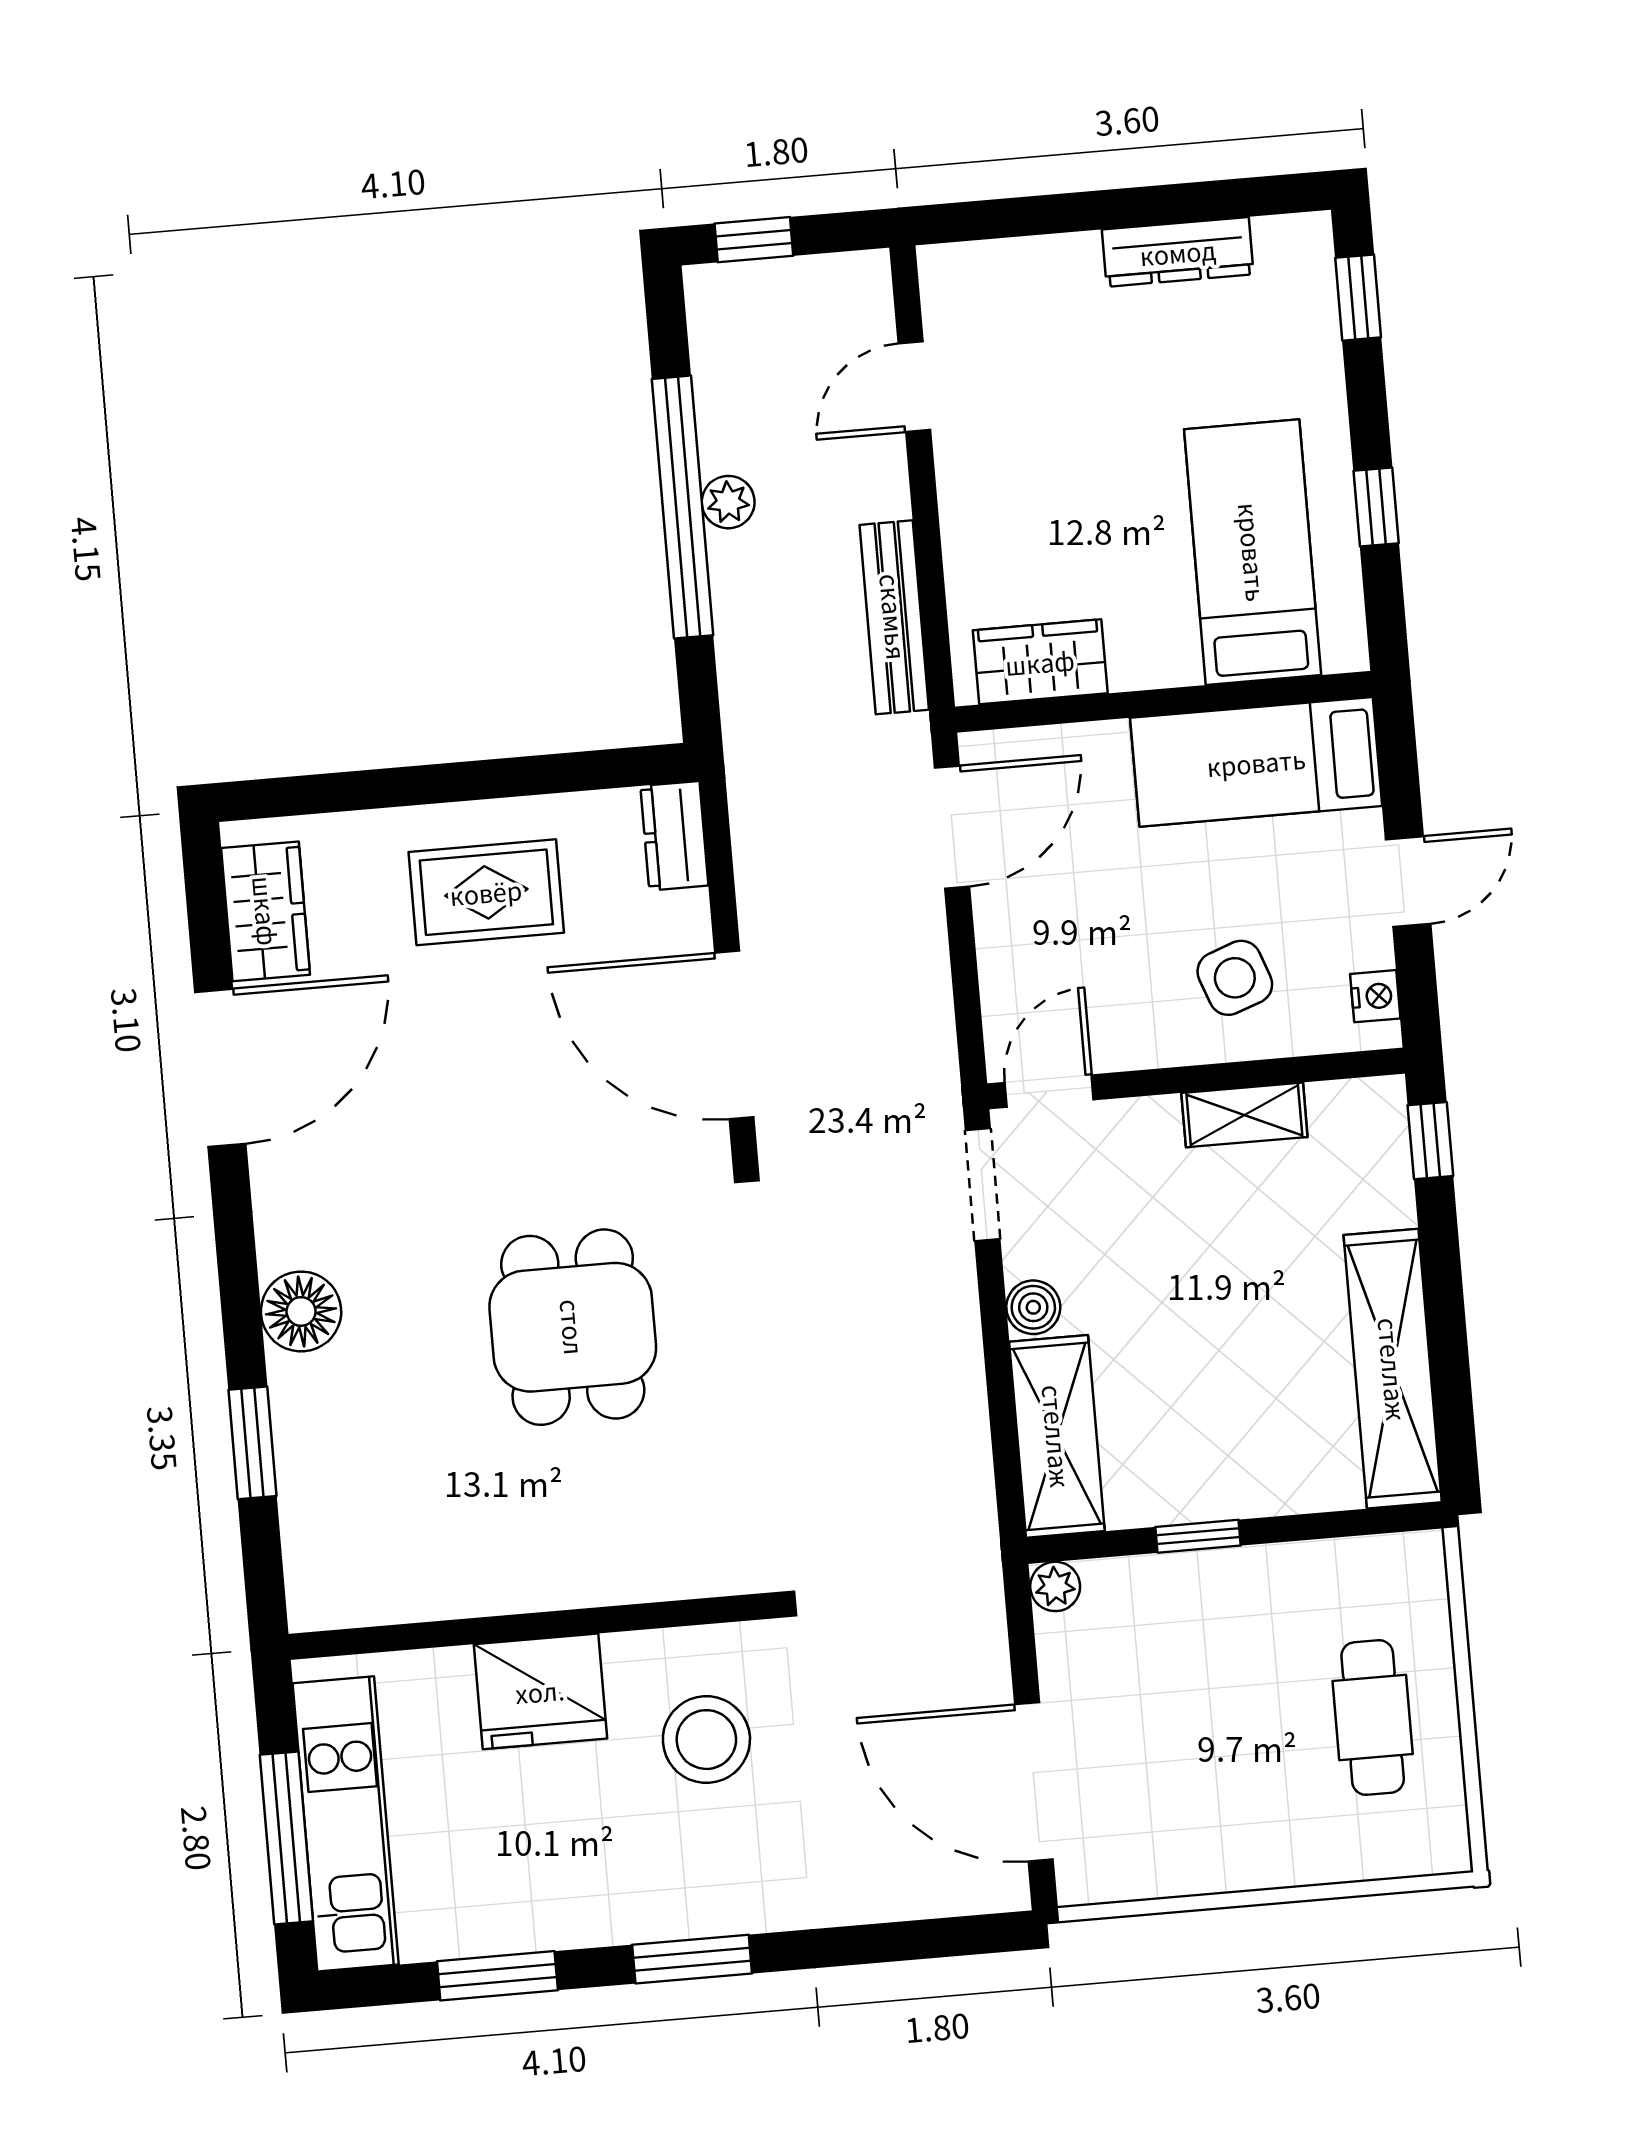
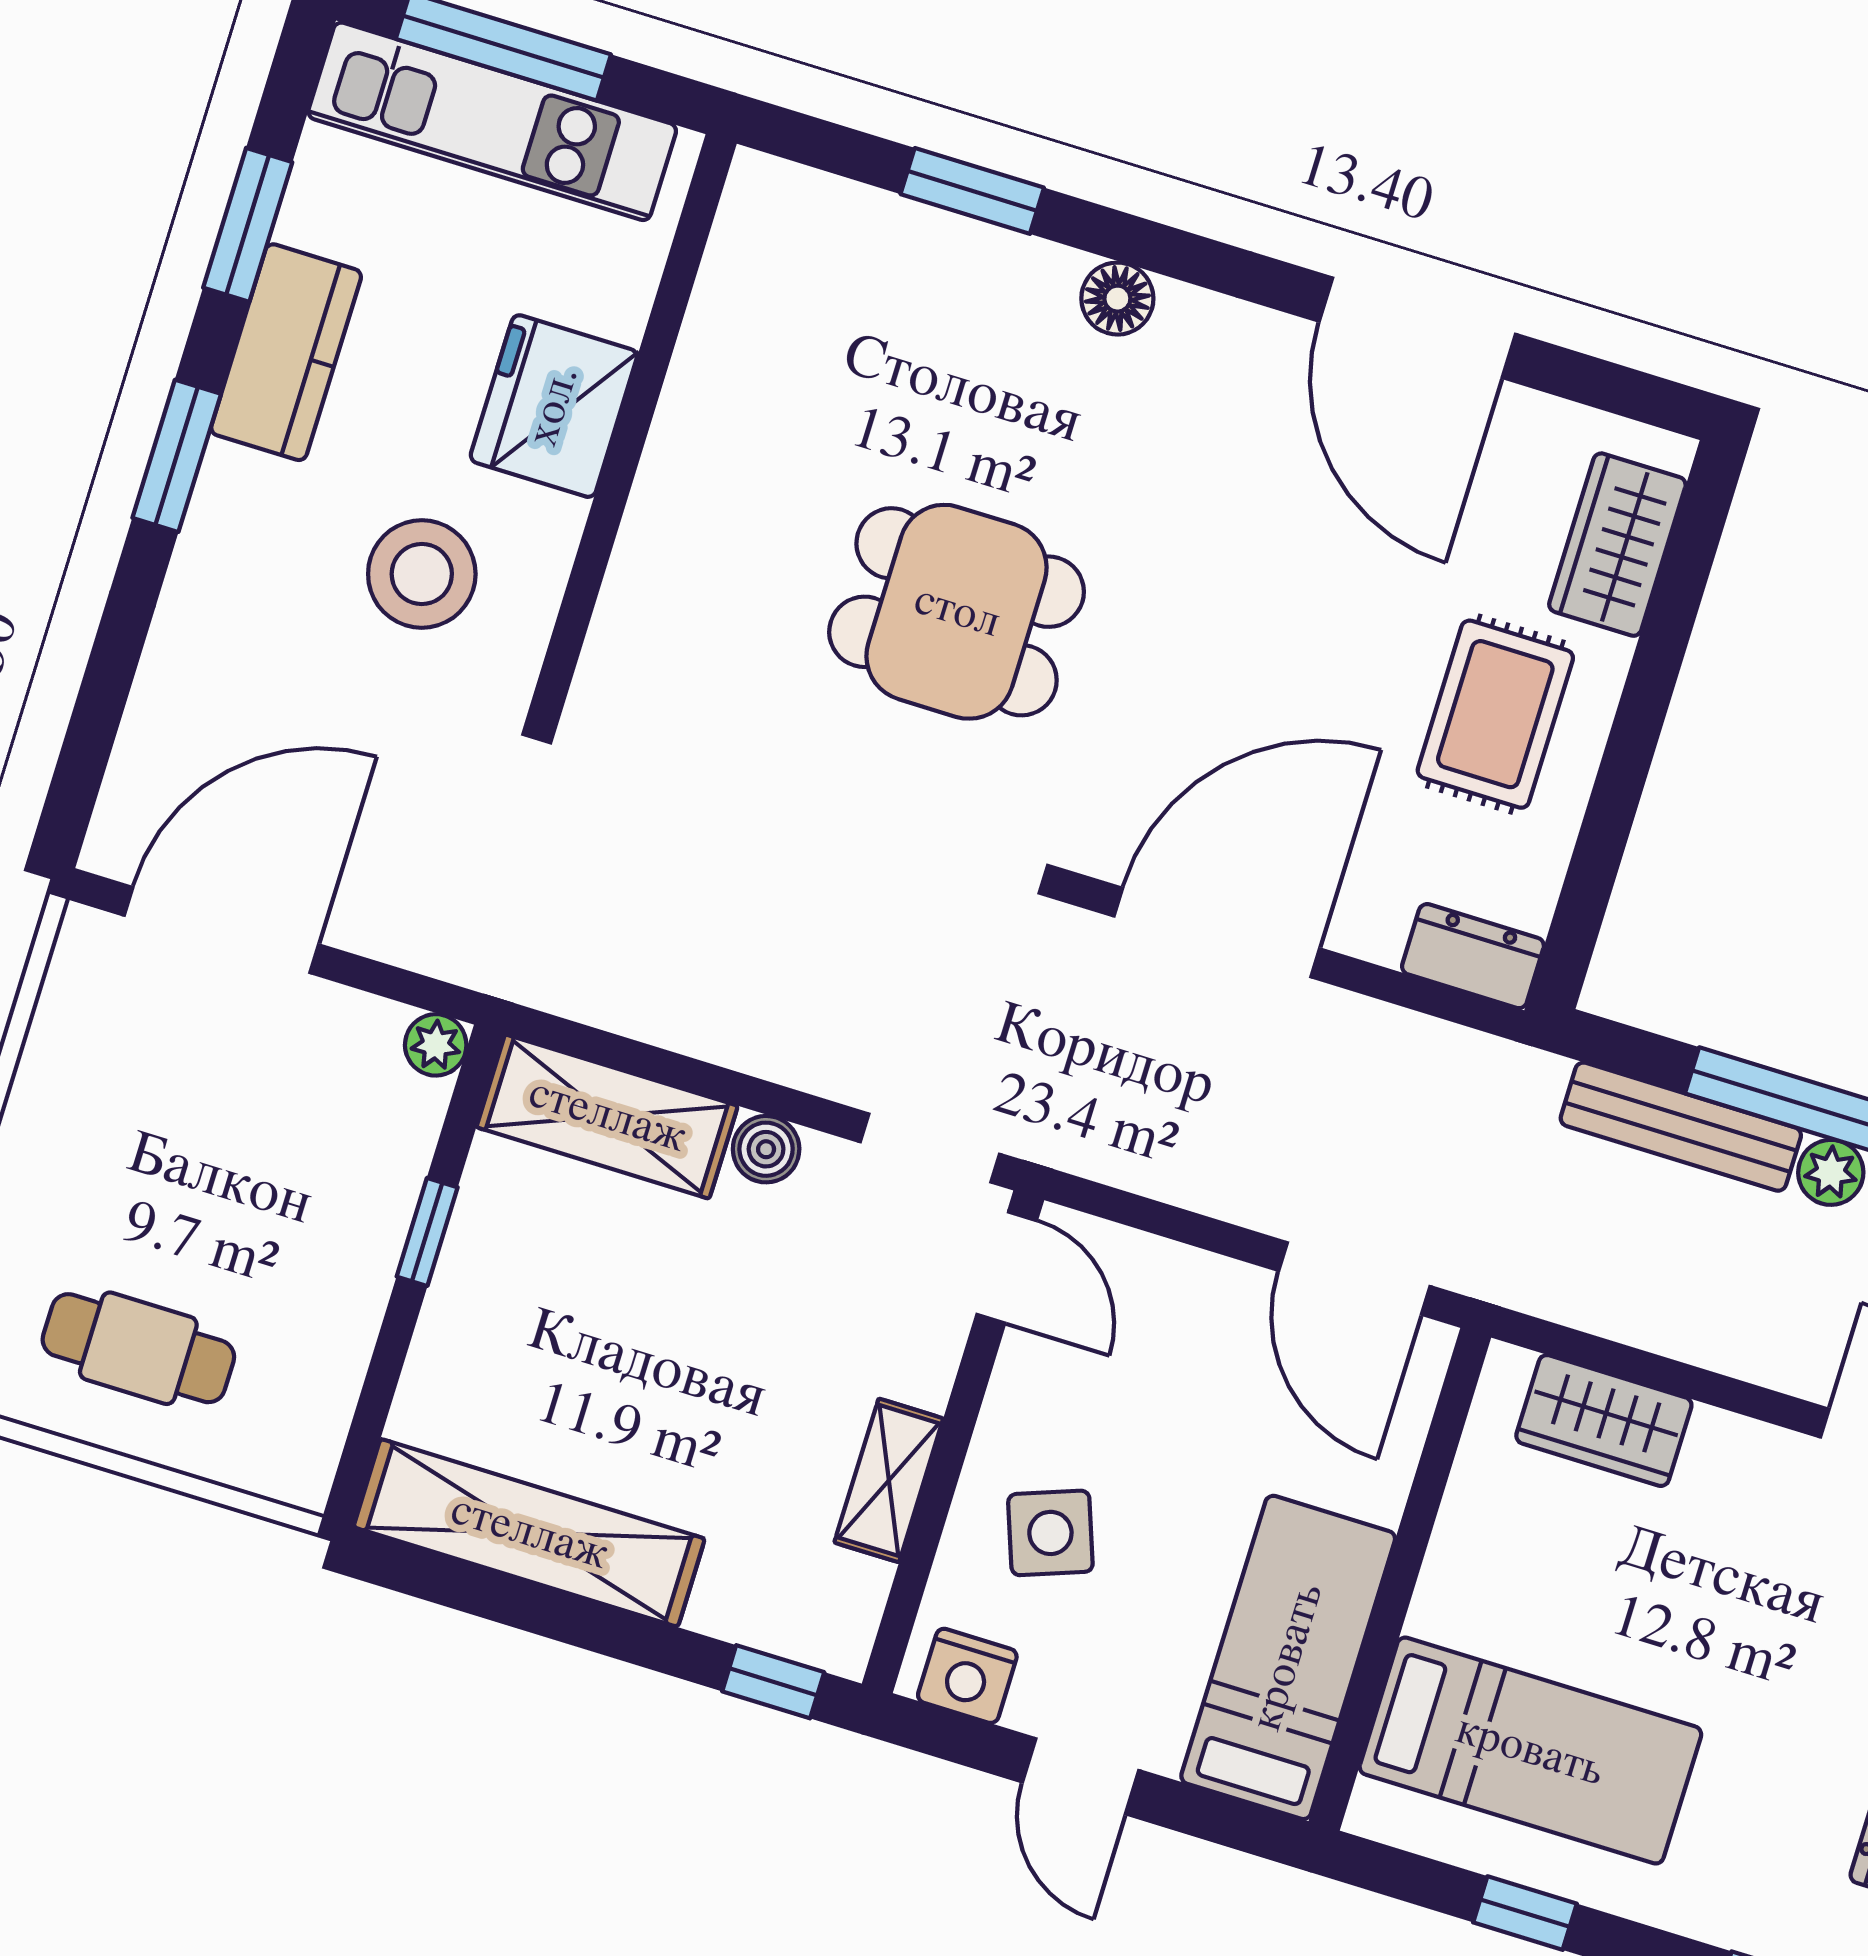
bench: (894, 617) -> (1681, 1127), moved
wardrobe: (1040, 662) -> (1604, 1420), moved, turned 90
wardrobe: (266, 911) -> (1617, 545), moved, turned 90
nightstand: (1375, 996) -> (967, 1676), width x1.39, depth x1.35
floor lamp: (301, 1311) -> (1117, 299), width x0.73, depth x0.73
kitchen counter: (581, 1908) -> (286, 352), added

